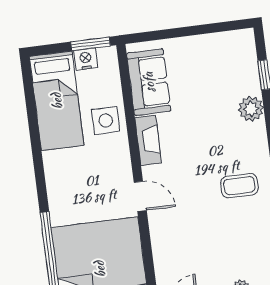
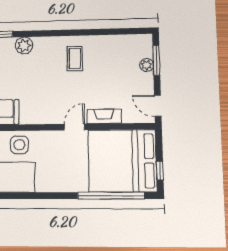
fireplace: (148, 140) -> (104, 116), moved

